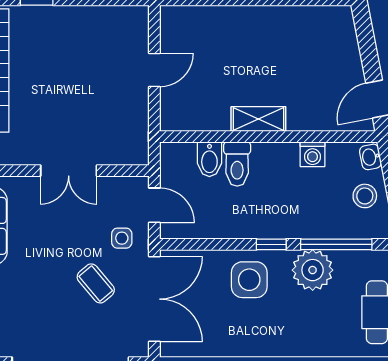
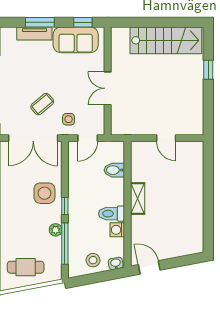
toilet: (237, 164) -> (112, 214), moved
plant: (313, 270) -> (56, 230), width x0.53, depth x0.53

